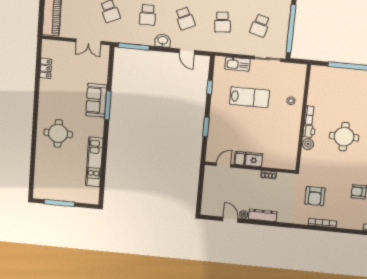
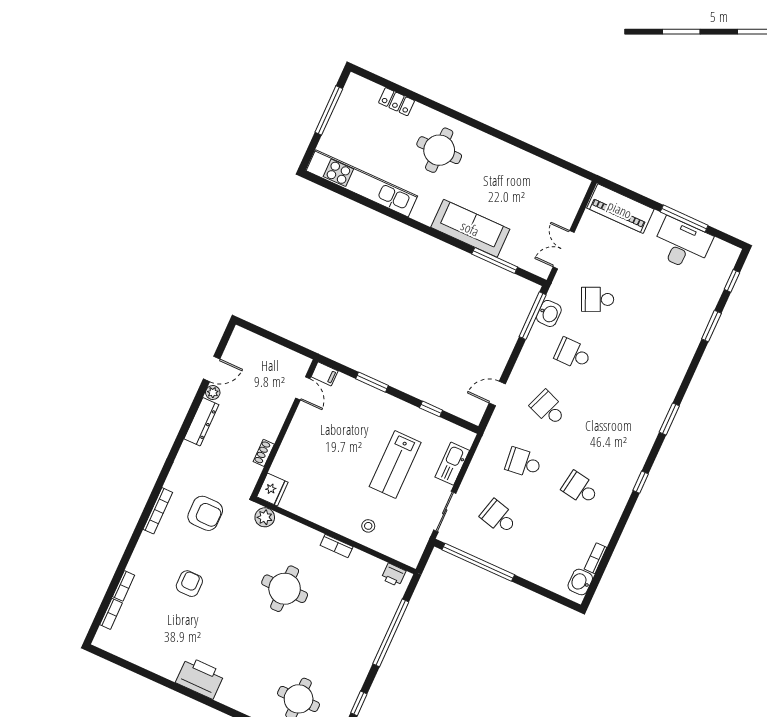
school desk: (185, 18) -> (548, 408), turned 45
washbasin: (163, 41) -> (549, 313), moved
locker: (46, 68) -> (397, 102), moved
sofa: (96, 100) -> (470, 228), width x1.36
window: (108, 105) -> (495, 260), moved
printer: (309, 131) -> (394, 575), moved
plant: (308, 144) -> (265, 517), moved
filing cabinet: (240, 158) -> (325, 374), moved
fridge: (254, 159) -> (272, 490), moved
kitchen unit: (94, 162) -> (362, 183), width x1.36
armchair: (315, 196) -> (205, 513), turned 180

